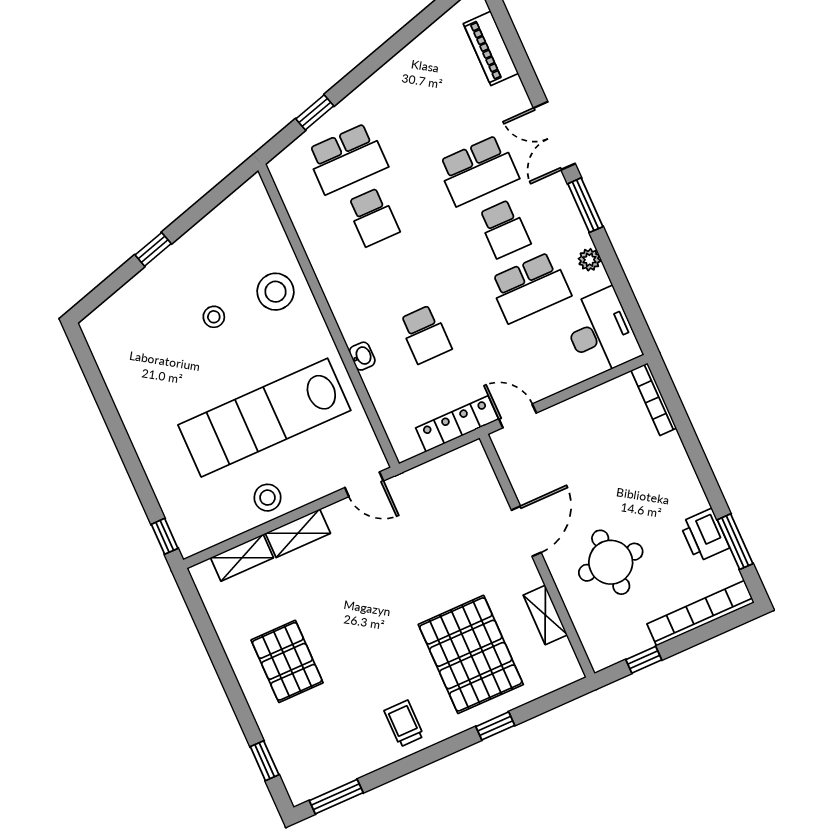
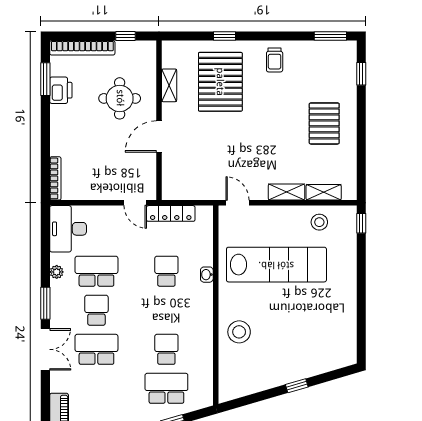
stool: (214, 317) -> (280, 333), removed
stool: (268, 498) -> (319, 222), moved

